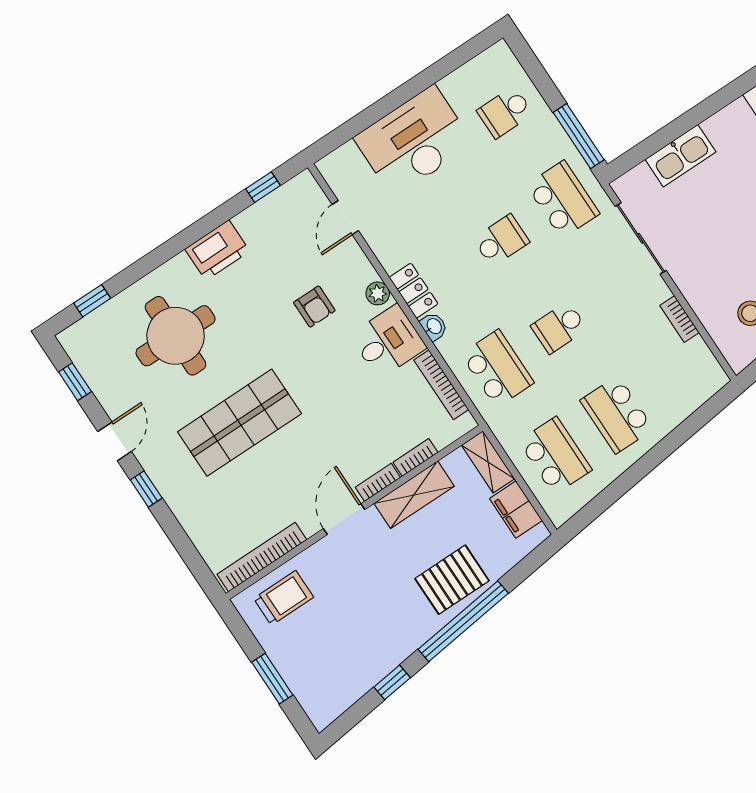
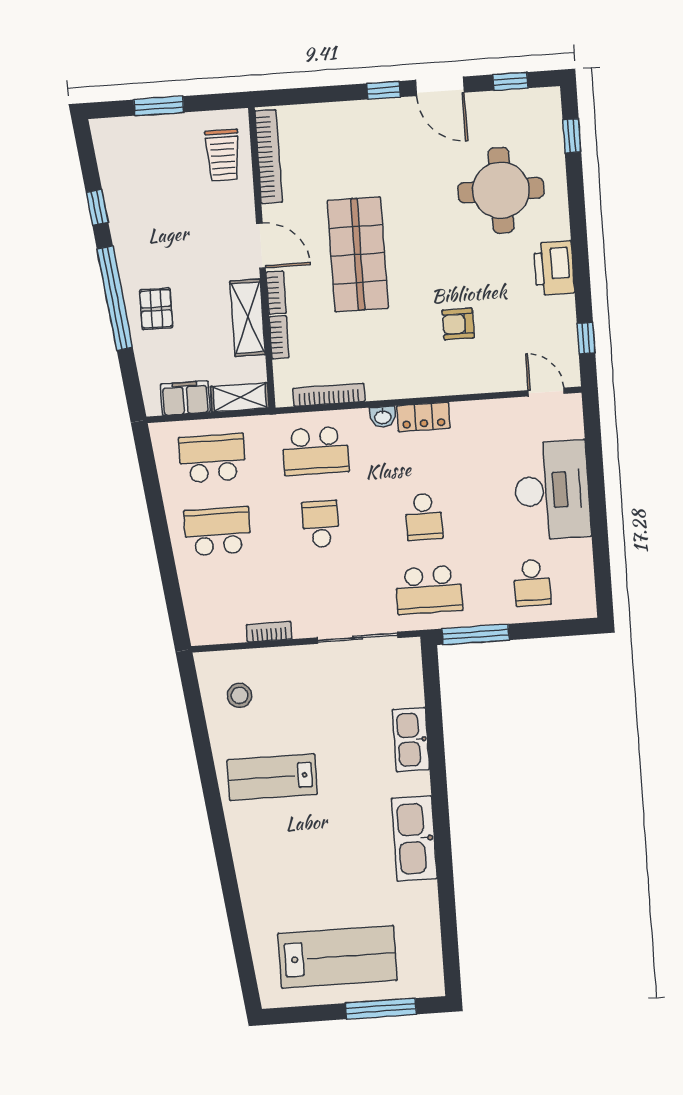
school desk: (505, 112) -> (532, 583), turned 180
kitchen sink: (681, 156) -> (411, 740), moved
door: (345, 218) -> (546, 392), moved
plant: (378, 293) -> (439, 385), removed
desk: (388, 341) -> (392, 370), removed
shop shelf: (239, 423) -> (358, 254), moved
door: (115, 441) -> (440, 86), width x1.38
school desk: (555, 456) -> (212, 458), turned 180
pallet: (452, 580) -> (156, 309), width x0.67, depth x0.71

